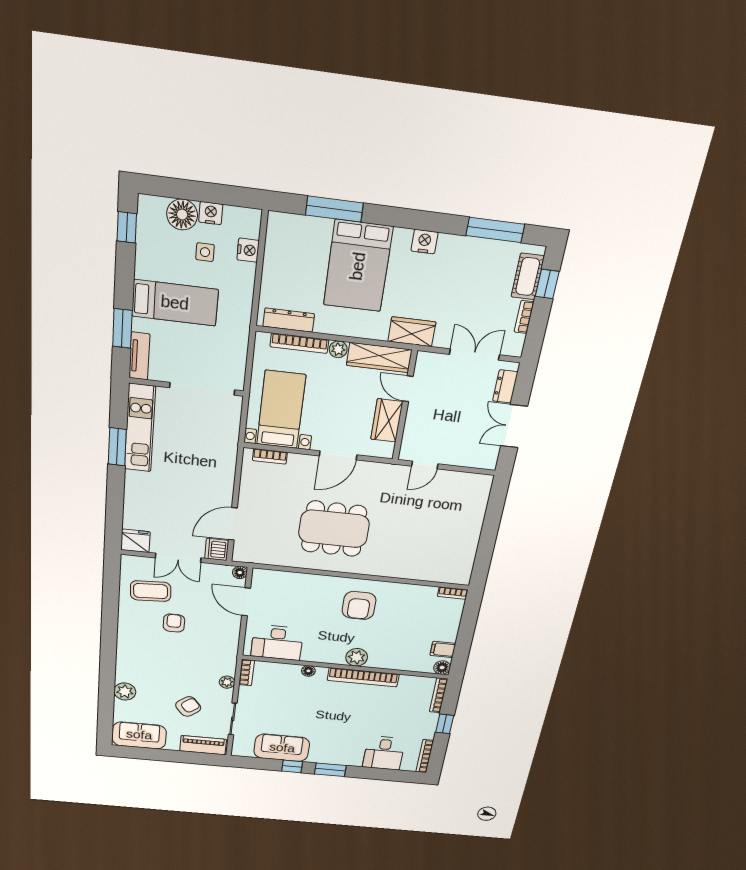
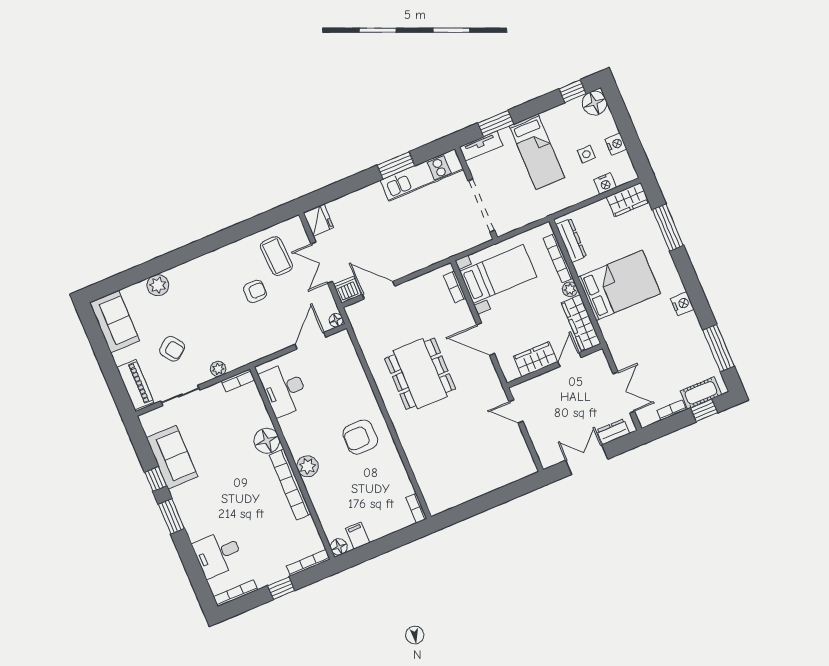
floor lamp: (182, 215) -> (594, 103), moved
bed: (358, 266) -> (619, 285), moved, turned 180
wardrobe: (412, 332) -> (628, 200), moved, turned 90
floor lamp: (308, 671) -> (267, 441), width x1.89, depth x1.89

